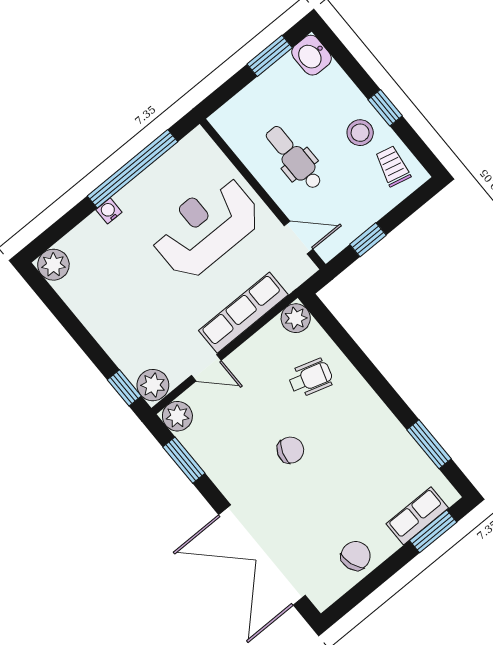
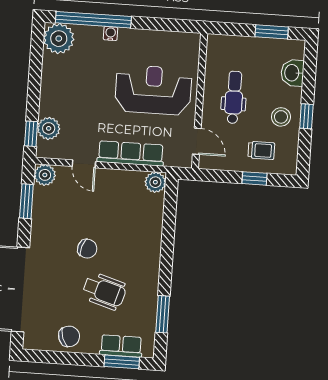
washbasin: (312, 55) -> (292, 73), moved
trolley: (393, 166) -> (261, 150), moved, turned 77
window: (132, 169) -> (93, 20), moved
window: (368, 240) -> (255, 178), moved
plant: (53, 265) -> (59, 39), width x1.36, depth x1.36
wheelchair: (311, 378) -> (104, 291), moved, width x1.36, depth x1.37
plant: (153, 385) -> (49, 128), moved

